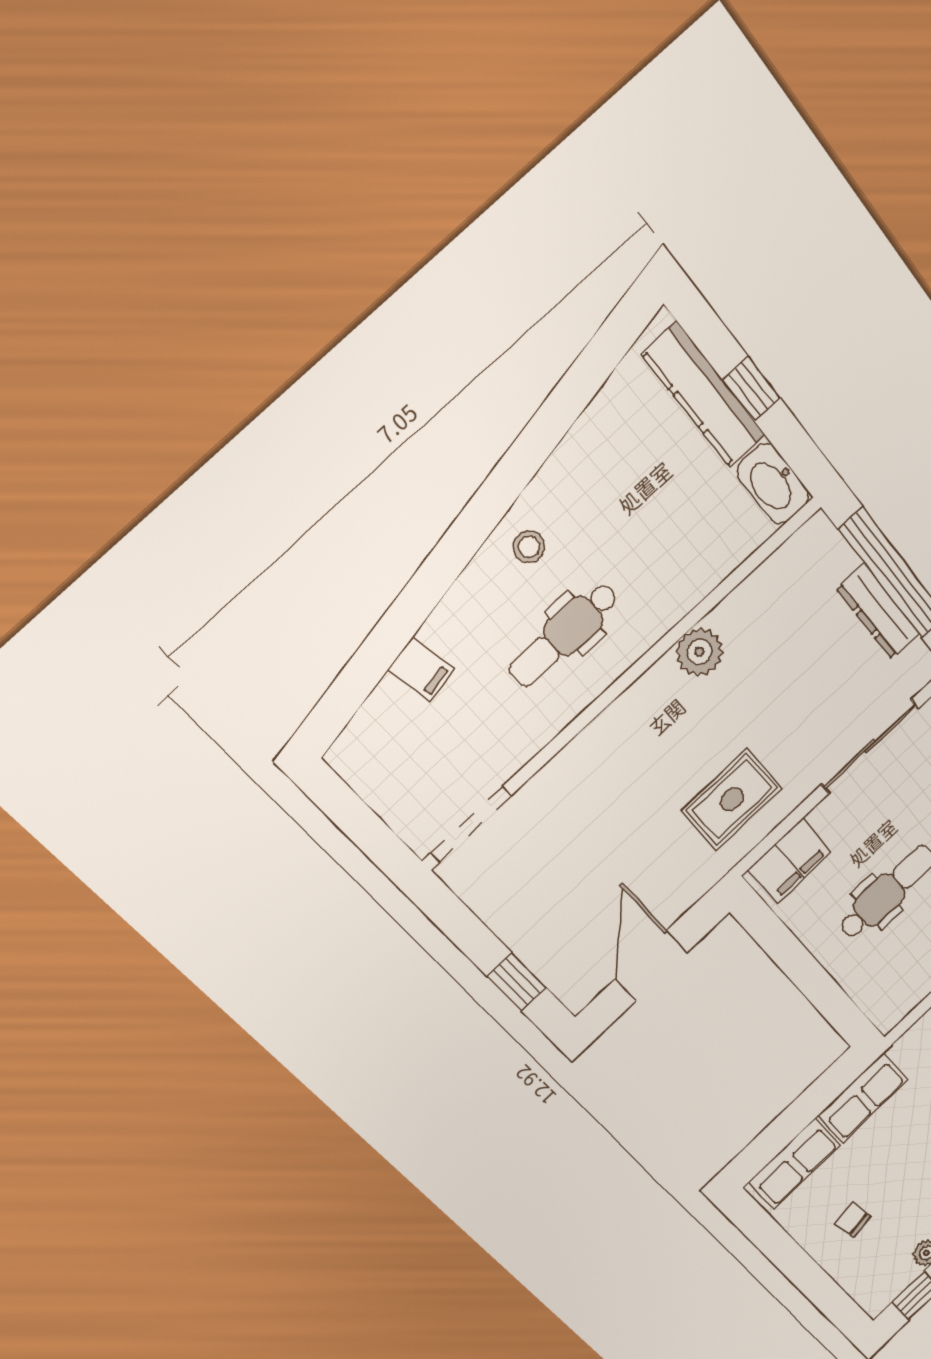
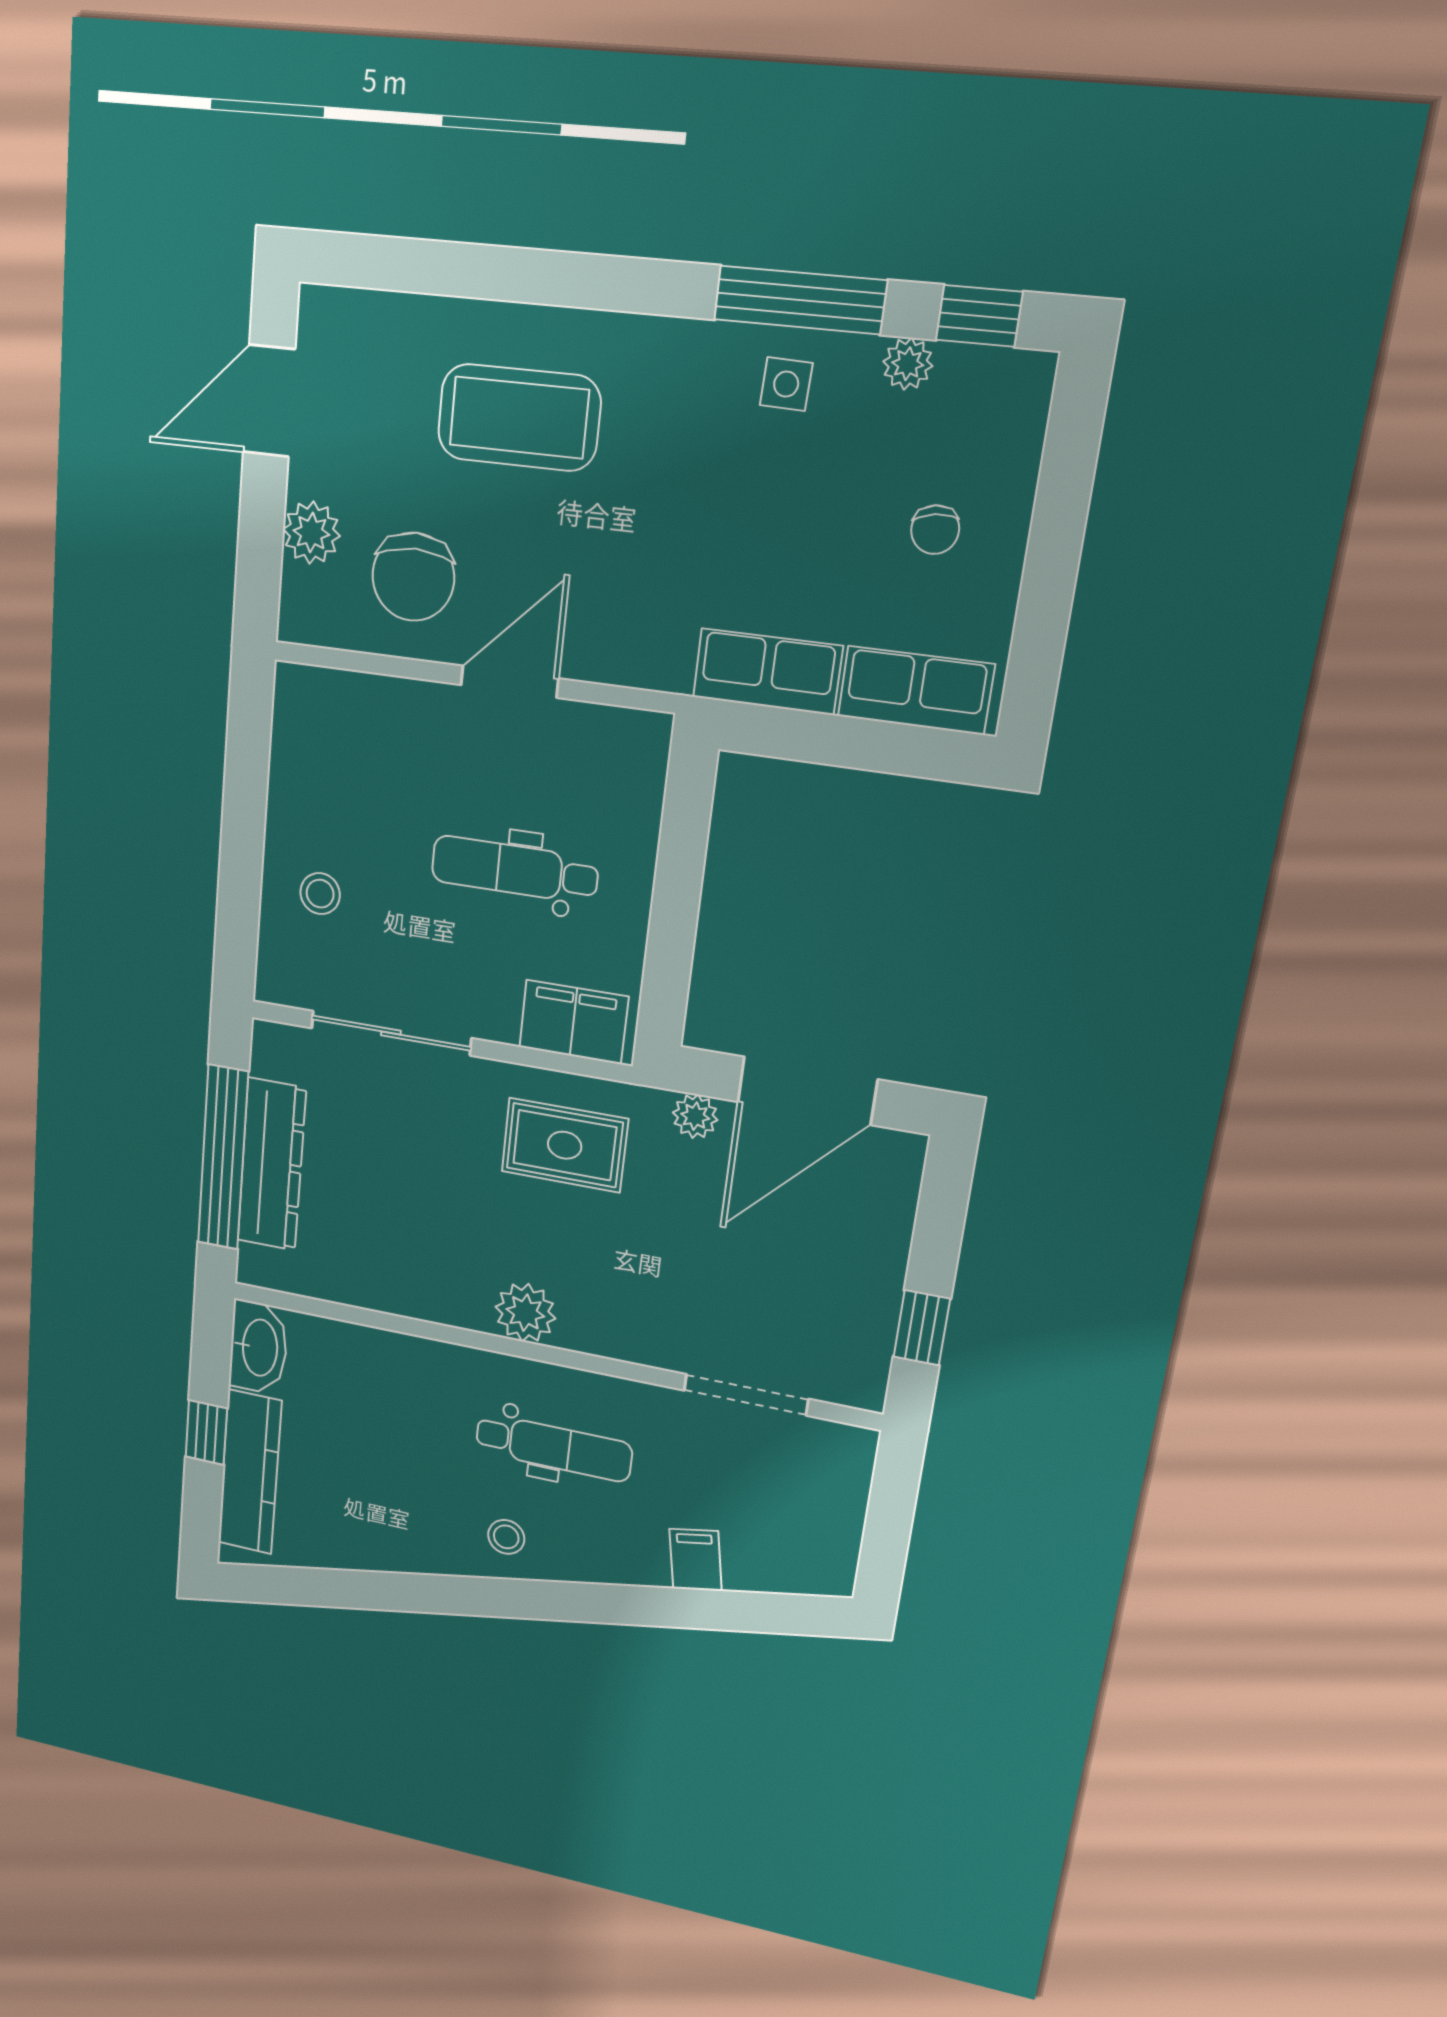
dresser: (878, 611) -> (272, 1165), width x1.37, depth x1.24
plant: (699, 652) -> (525, 1313), moved
doorway: (471, 825) -> (746, 1395), moved
plant: (687, 891) -> (695, 1116), added
door: (651, 966) -> (807, 1091), width x1.36
window: (517, 982) -> (922, 1328), moved

